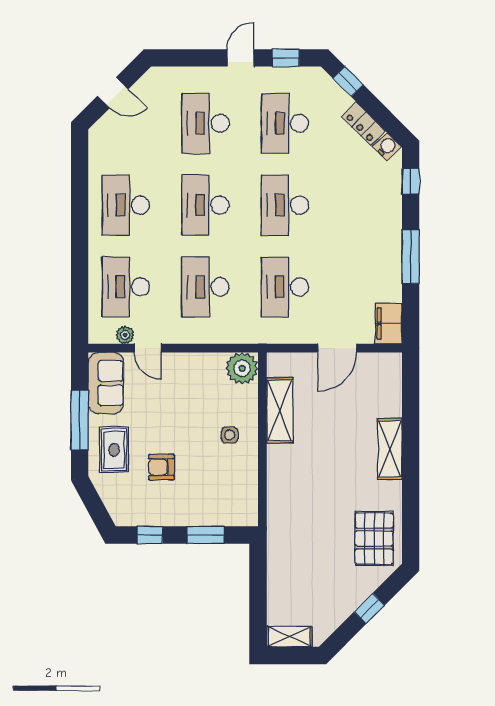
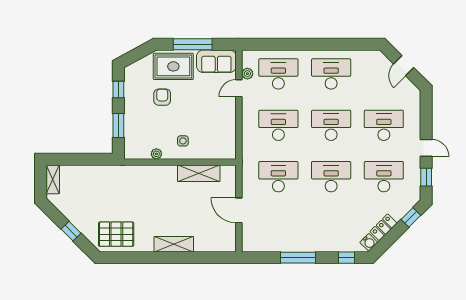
filing cabinet: (389, 324) -> (255, 243), removed
plant: (242, 368) -> (156, 154), moved, width x0.53, depth x0.53
rug: (114, 450) -> (173, 66), width x1.36, depth x1.43

